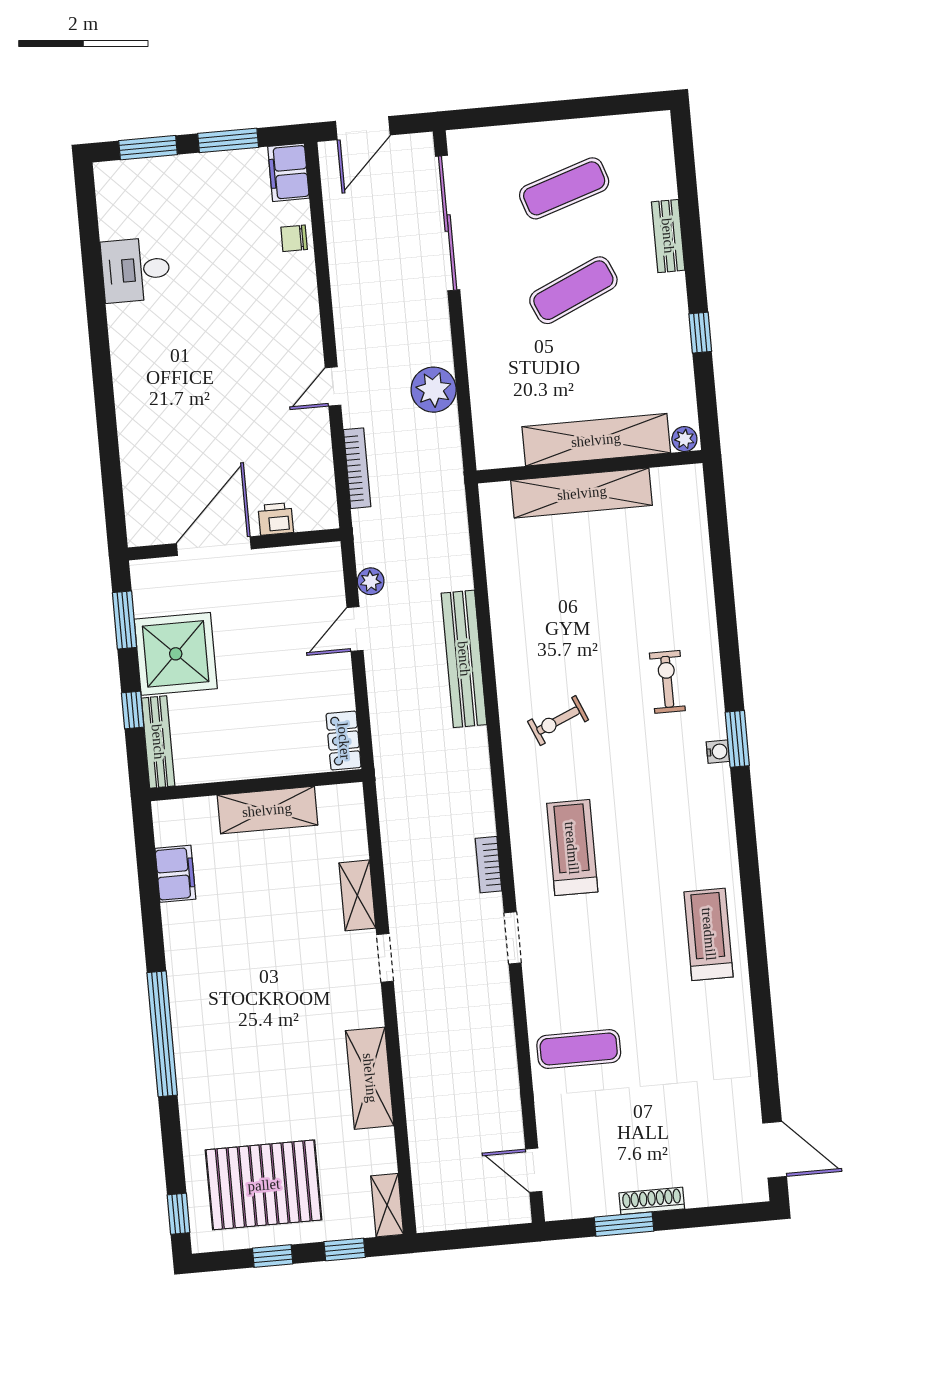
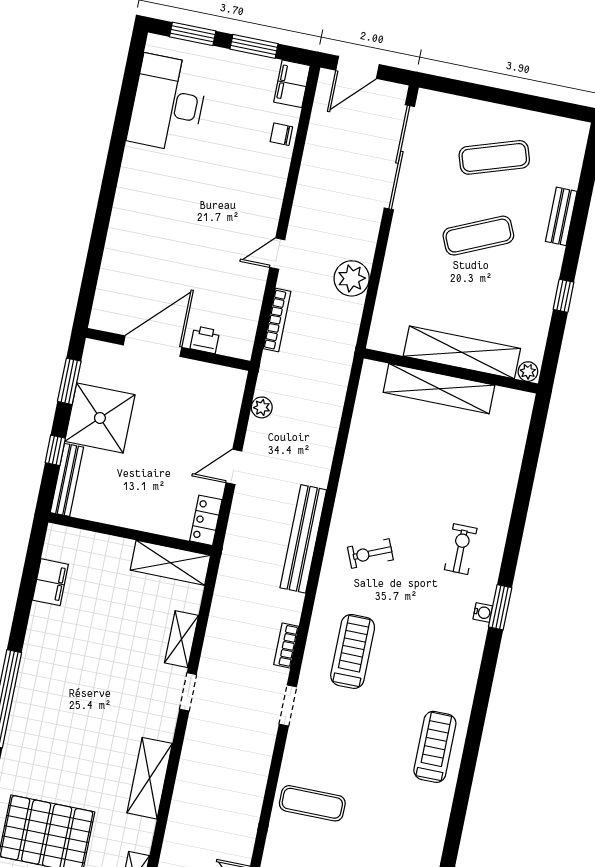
desk: (136, 270) -> (168, 103), width x1.87, depth x1.30
door: (355, 629) -> (234, 467), moved
bench: (464, 659) -> (303, 539), moved
shelving: (267, 810) -> (170, 563), moved

